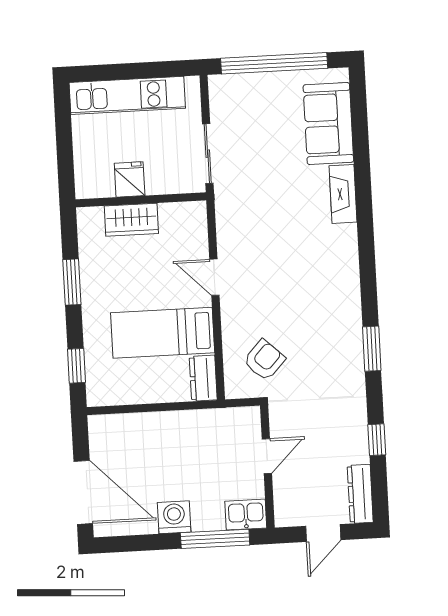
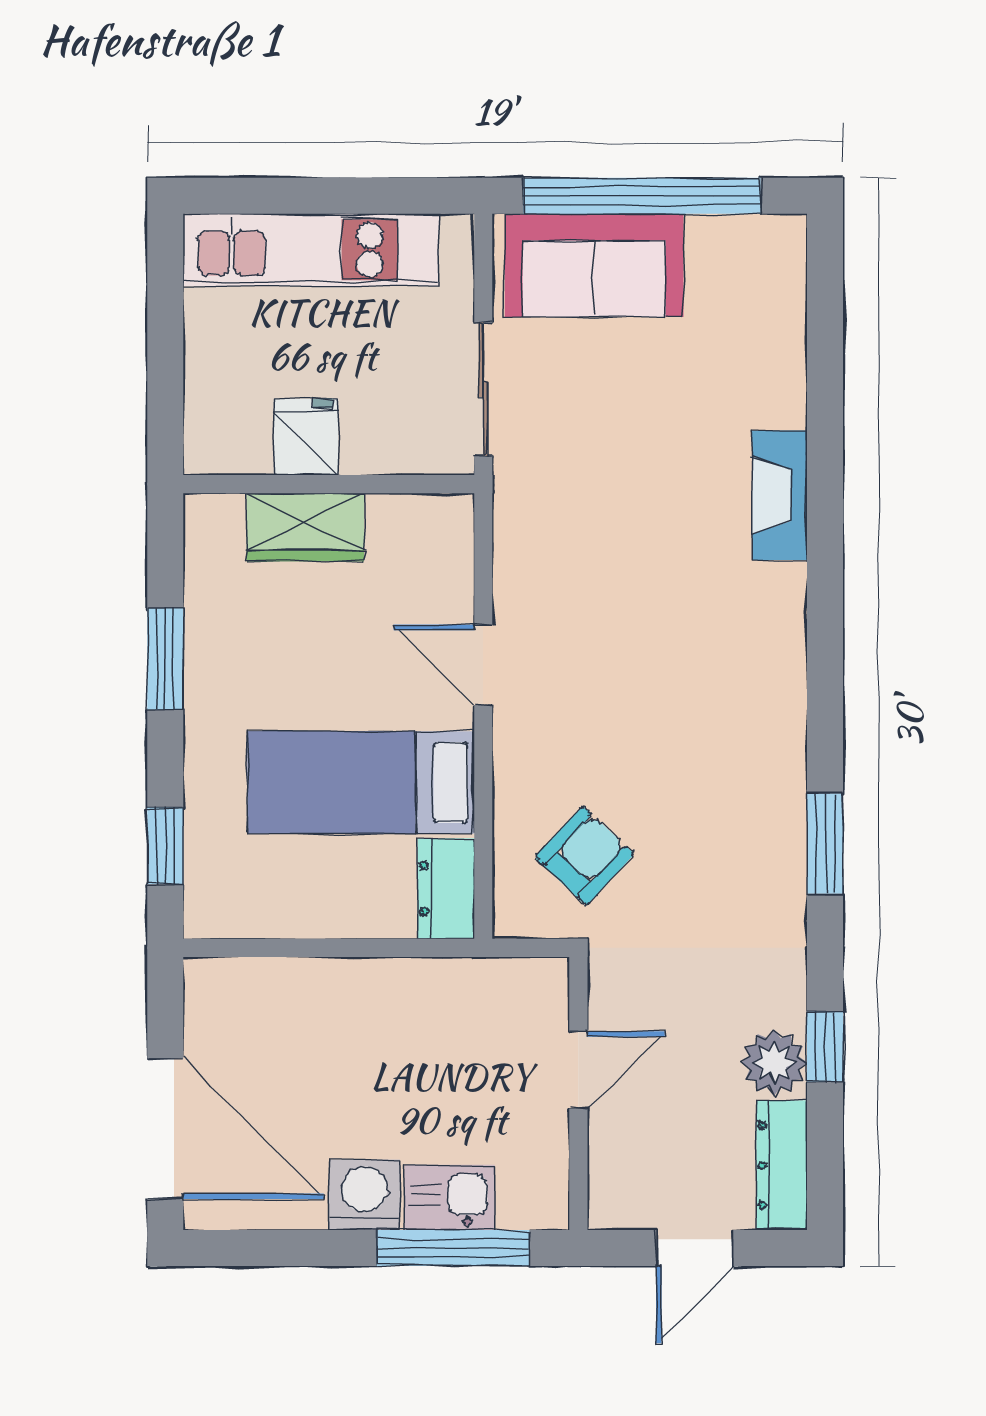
sofa: (328, 124) -> (594, 265), moved, turned -90
plant: (354, 448) -> (774, 1063), added
kitchen sink: (246, 515) -> (450, 1198), moved

